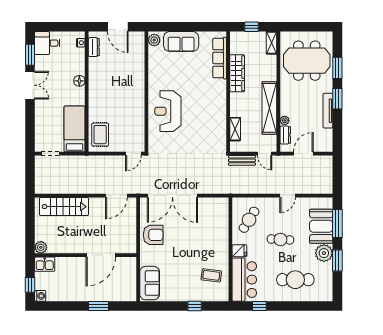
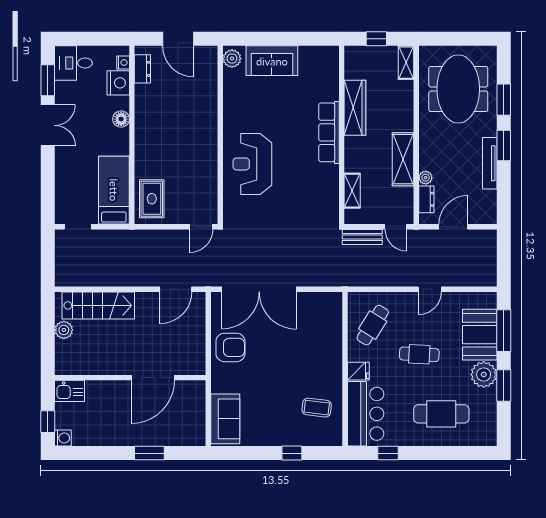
nightstand: (77, 56) -> (118, 83), added
row of seats: (220, 58) -> (329, 132), moved
meeting table: (307, 61) -> (458, 89), turned 90
shelving: (269, 108) -> (403, 159), width x0.68
plant: (41, 247) -> (64, 330), moved

